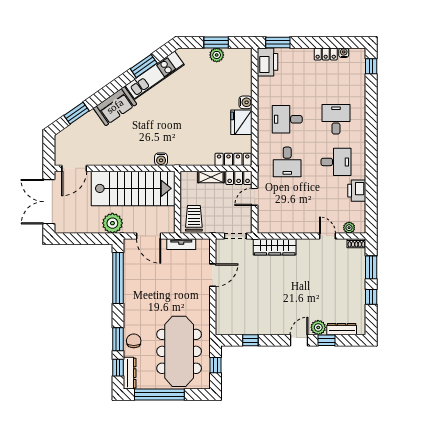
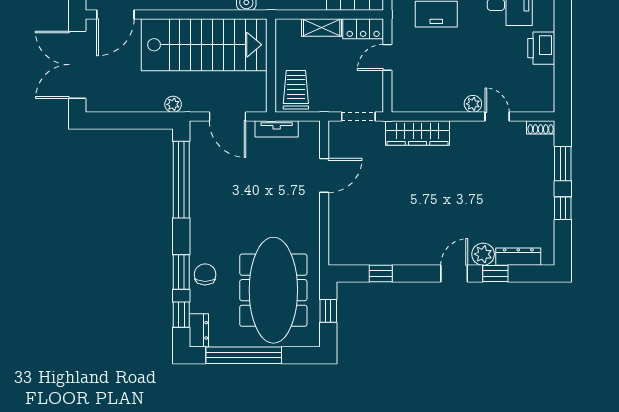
plant: (112, 223) -> (173, 104), width x0.53, depth x0.53
plant: (349, 228) -> (473, 104), moved
dresser: (130, 373) -> (199, 330), width x0.70

